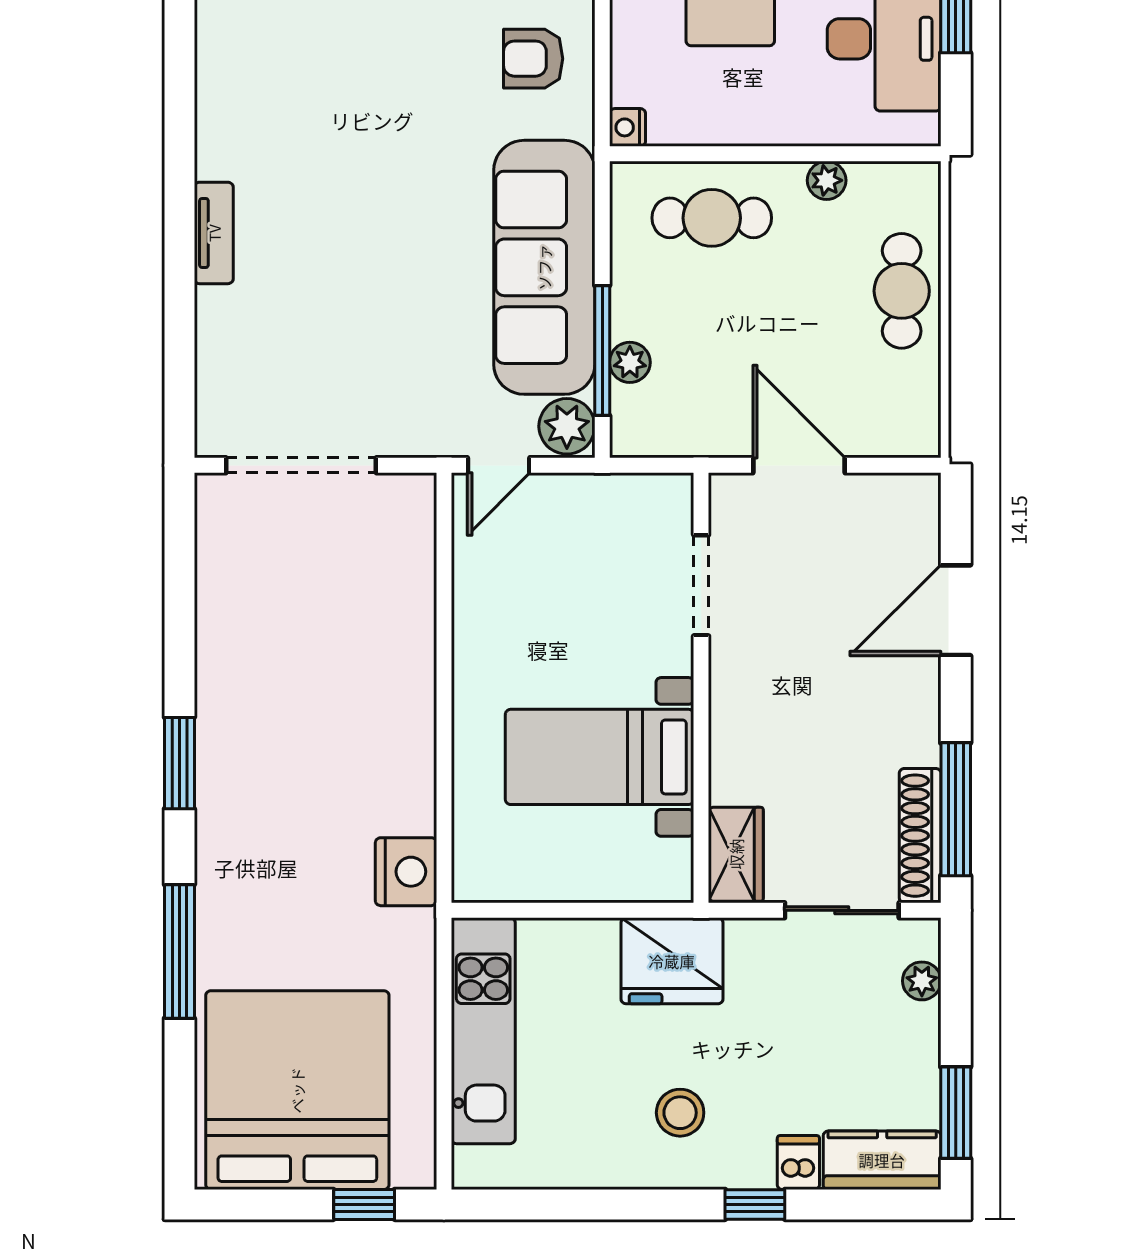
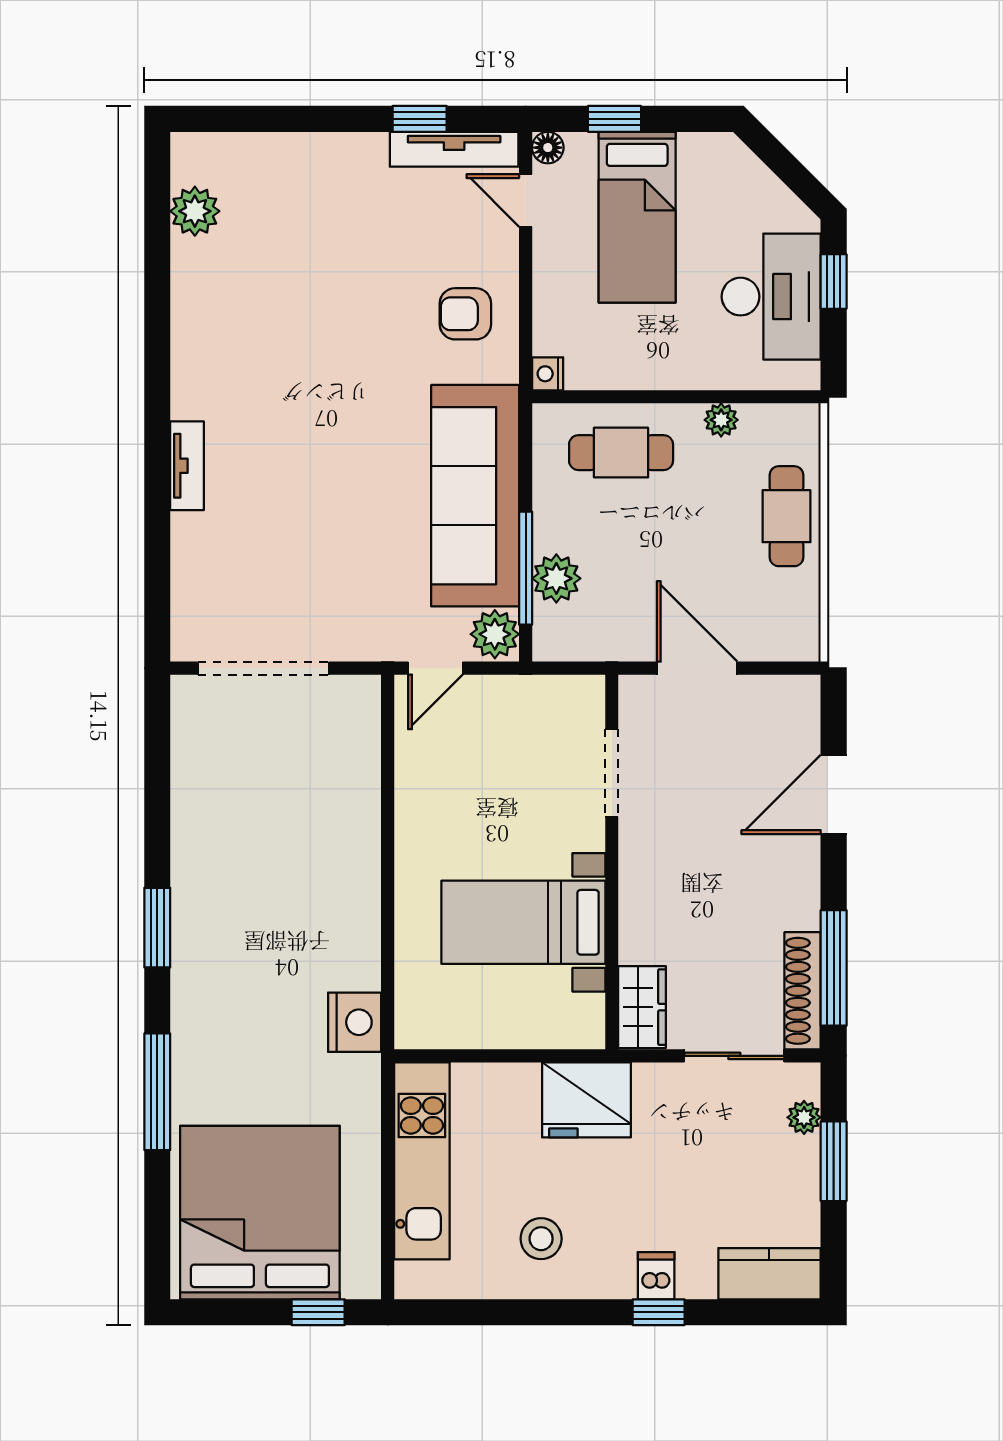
plant: (630, 362) -> (556, 578), width x1.38, depth x1.38
stool: (680, 1113) -> (541, 1239), moved
window: (956, 1113) -> (834, 1161), moved
dishwasher: (798, 1163) -> (656, 1276), moved

